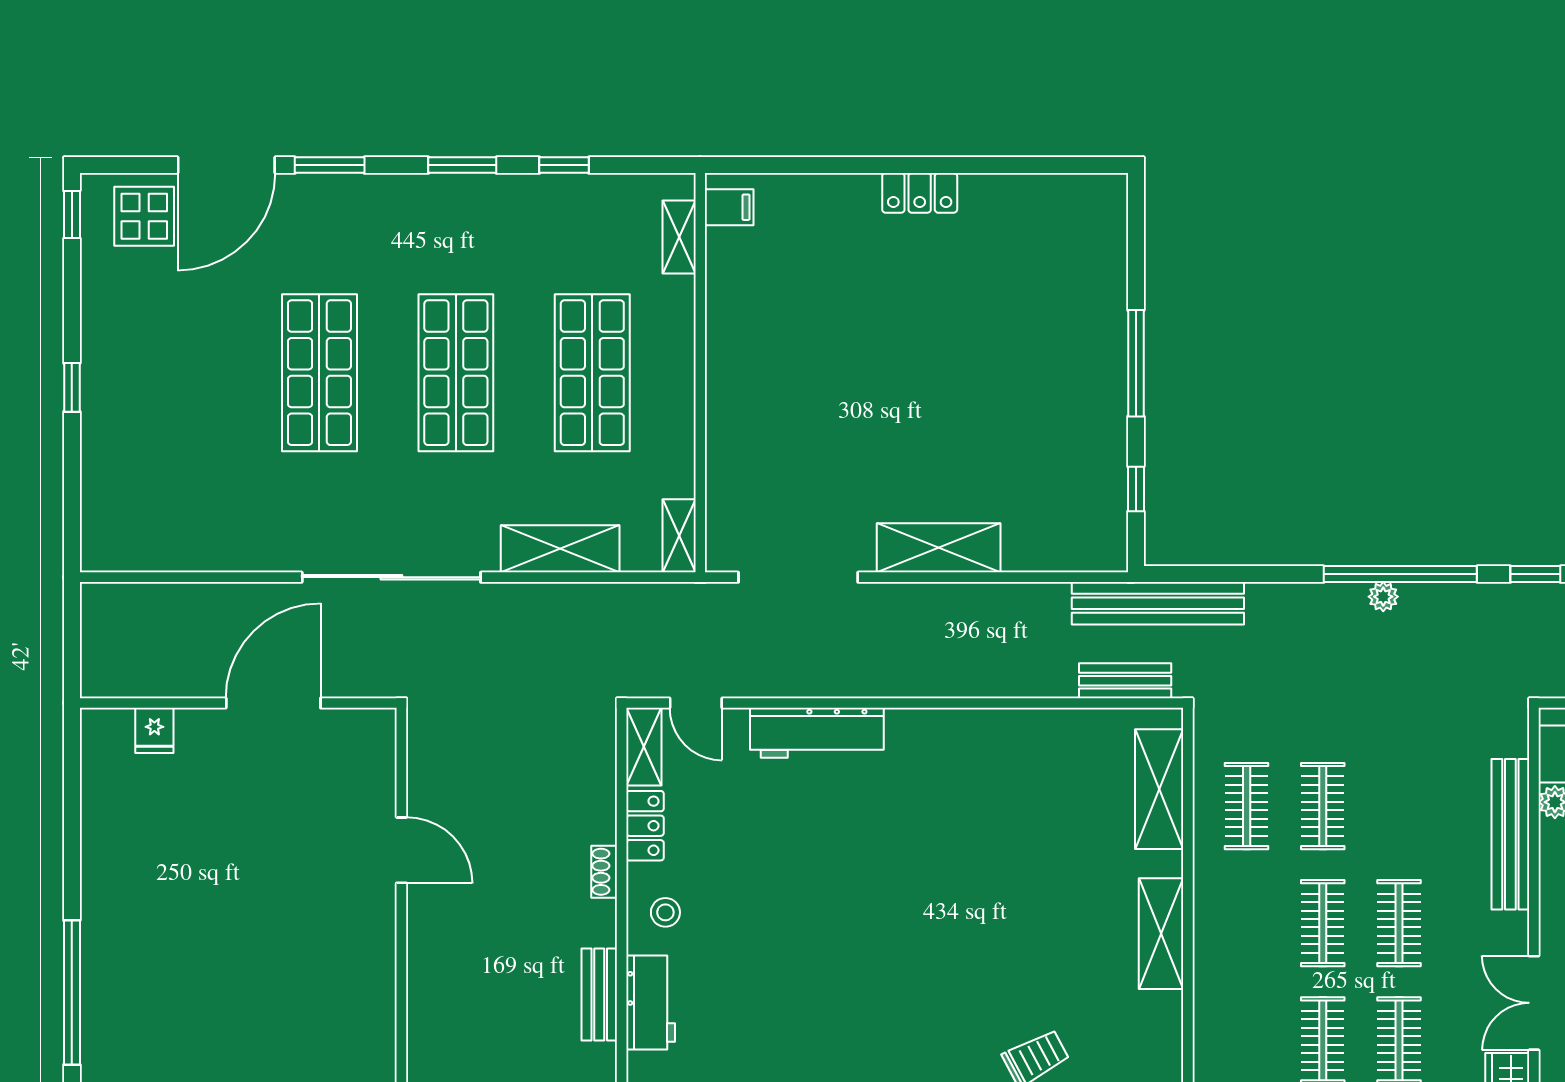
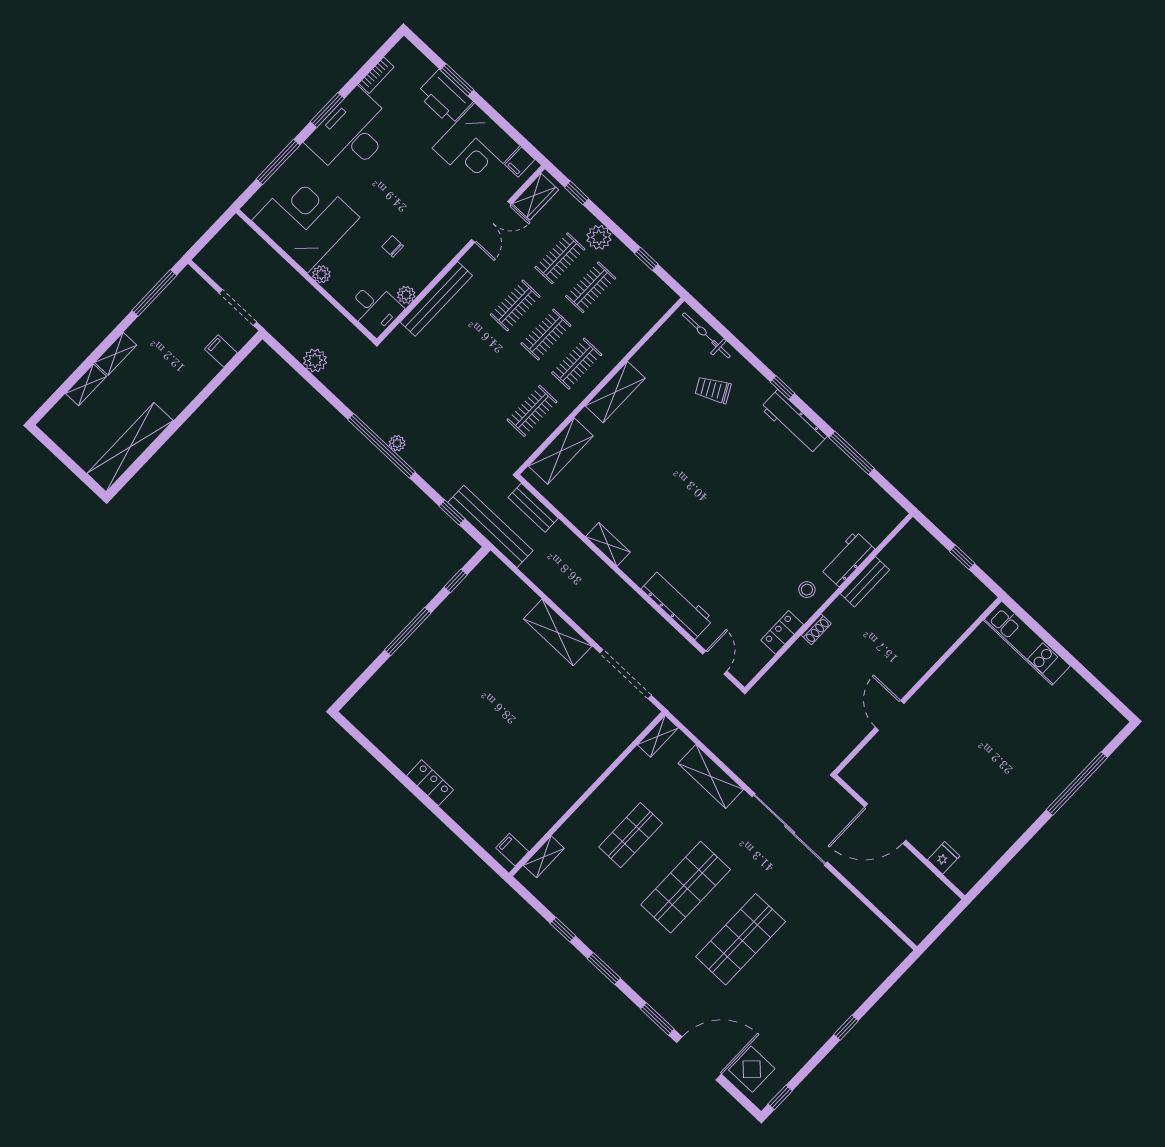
shop shelf: (592, 373) -> (631, 835), width x0.70, depth x0.74
window: (1535, 574) -> (452, 512), moved
shelving: (644, 747) -> (608, 544), moved, turned 90
clothes rail: (1323, 806) -> (577, 364), moved

